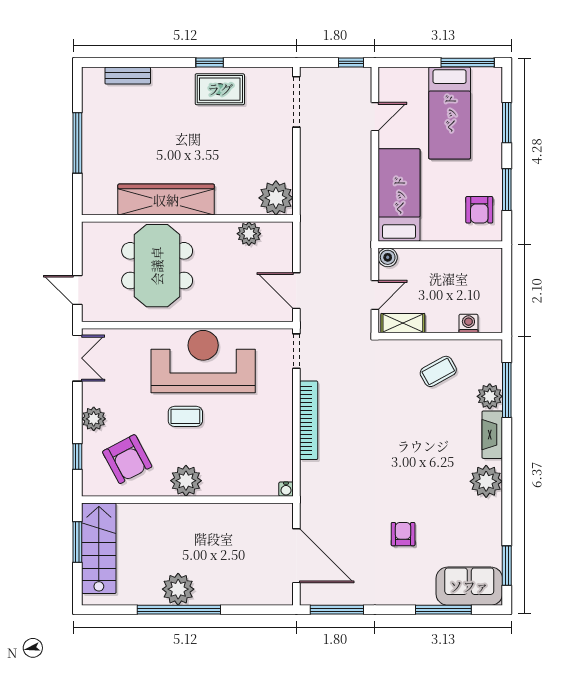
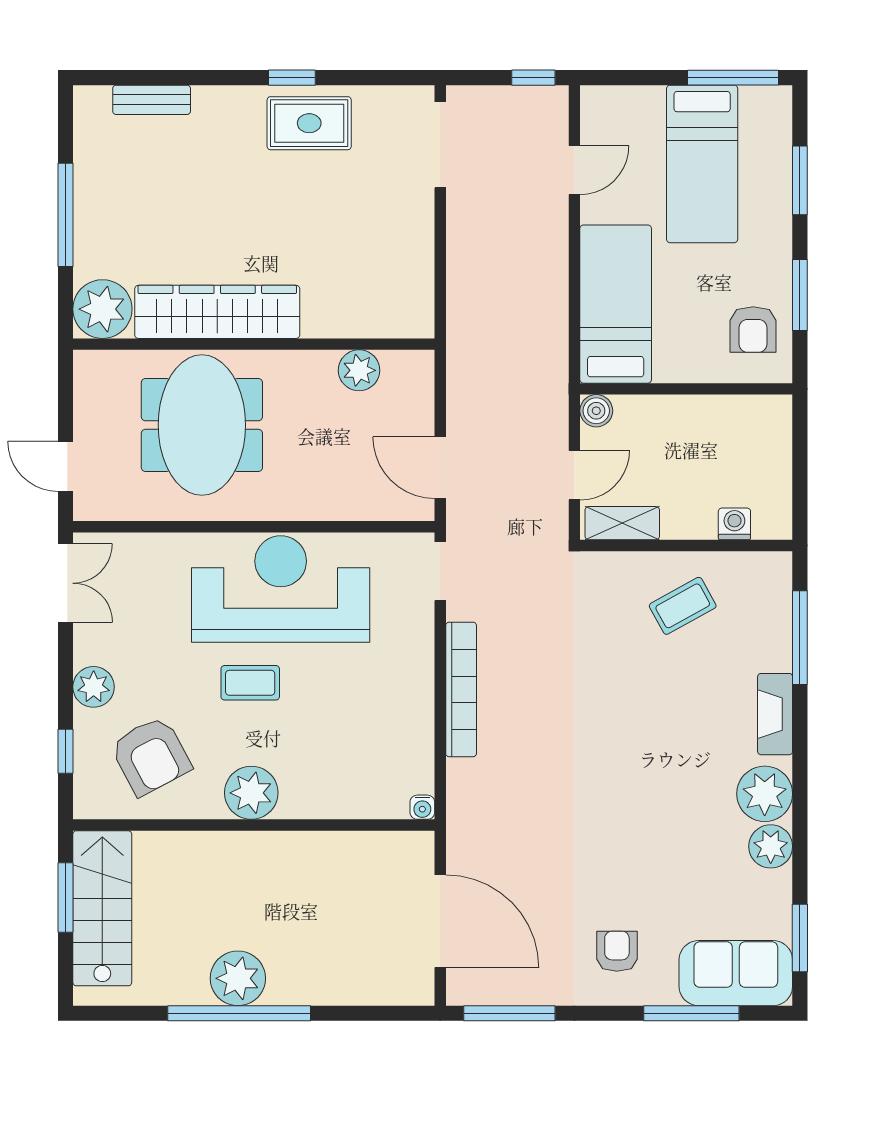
plant: (276, 198) -> (102, 309), moved
plant: (490, 396) -> (771, 846), moved
armchair: (403, 534) -> (617, 951), moved

